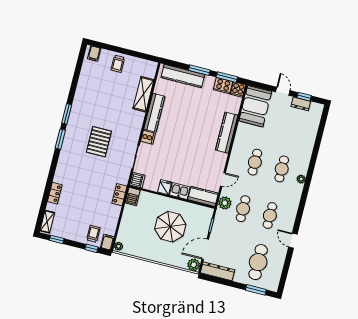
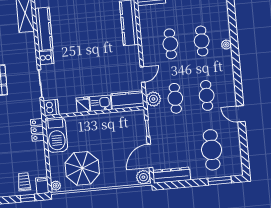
barbecue: (133, 196) -> (56, 135), width x1.88, depth x1.53
parasol: (170, 227) -> (82, 168), moved

